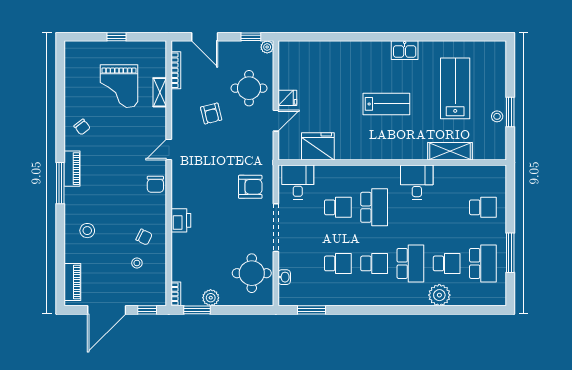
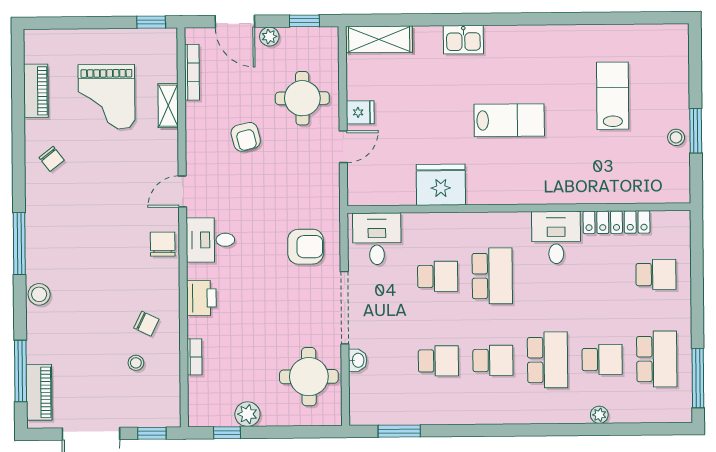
window: (116, 37) -> (151, 22), moved
plant: (267, 47) -> (269, 37), moved
kitchen sink: (405, 50) -> (463, 40), moved
lab bench: (455, 88) -> (613, 96), width x0.73, depth x0.72
fridge: (318, 146) -> (441, 185), moved
shelving: (450, 151) -> (379, 39), moved
piano: (72, 169) -> (36, 91), moved
locker: (457, 172) -> (616, 222), added
desk: (187, 182) -> (210, 240), added
chair: (155, 184) -> (163, 244), turned 180
stool: (87, 231) -> (39, 294), moved
window: (510, 253) -> (698, 378), moved
window: (60, 268) -> (20, 371), added
washbasin: (284, 277) -> (358, 360), moved
bookcase: (176, 294) -> (195, 357), moved
plant: (439, 295) -> (599, 415), width x0.53, depth x0.53
window: (197, 310) -> (227, 433), width x0.67

